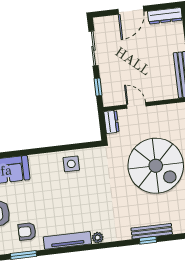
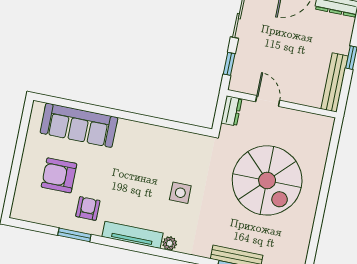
side table: (71, 164) -> (180, 193), moved
armchair: (27, 232) -> (88, 208), turned 90

